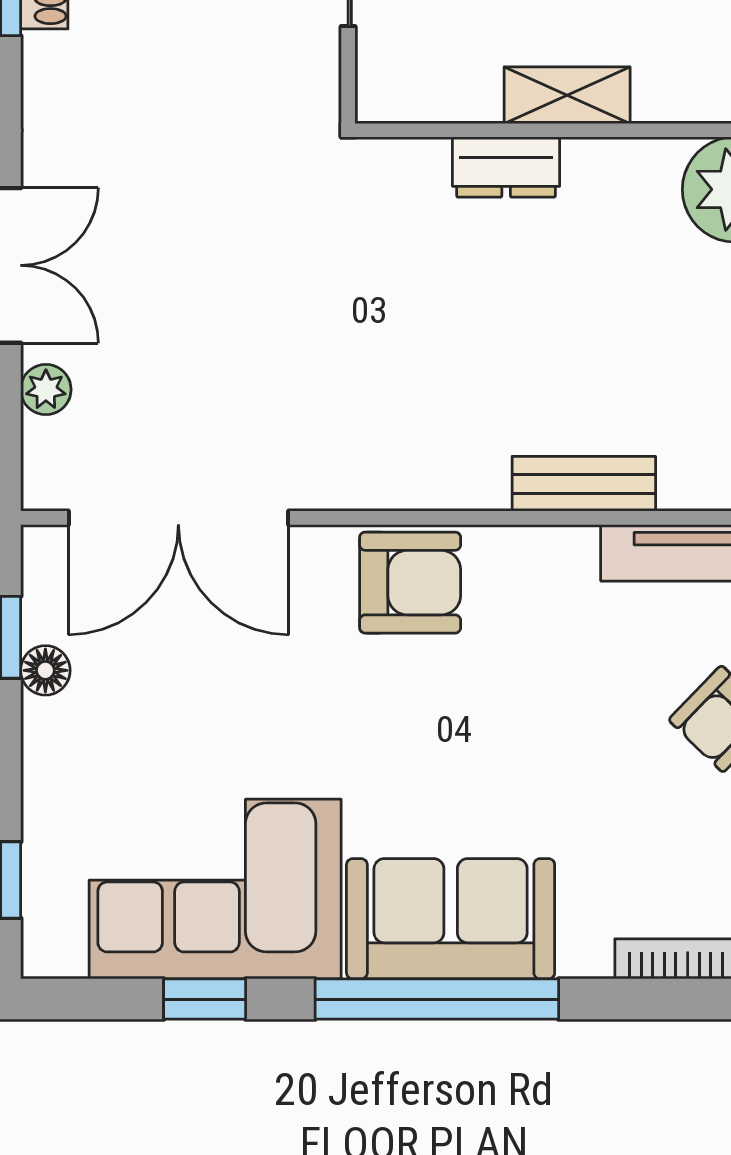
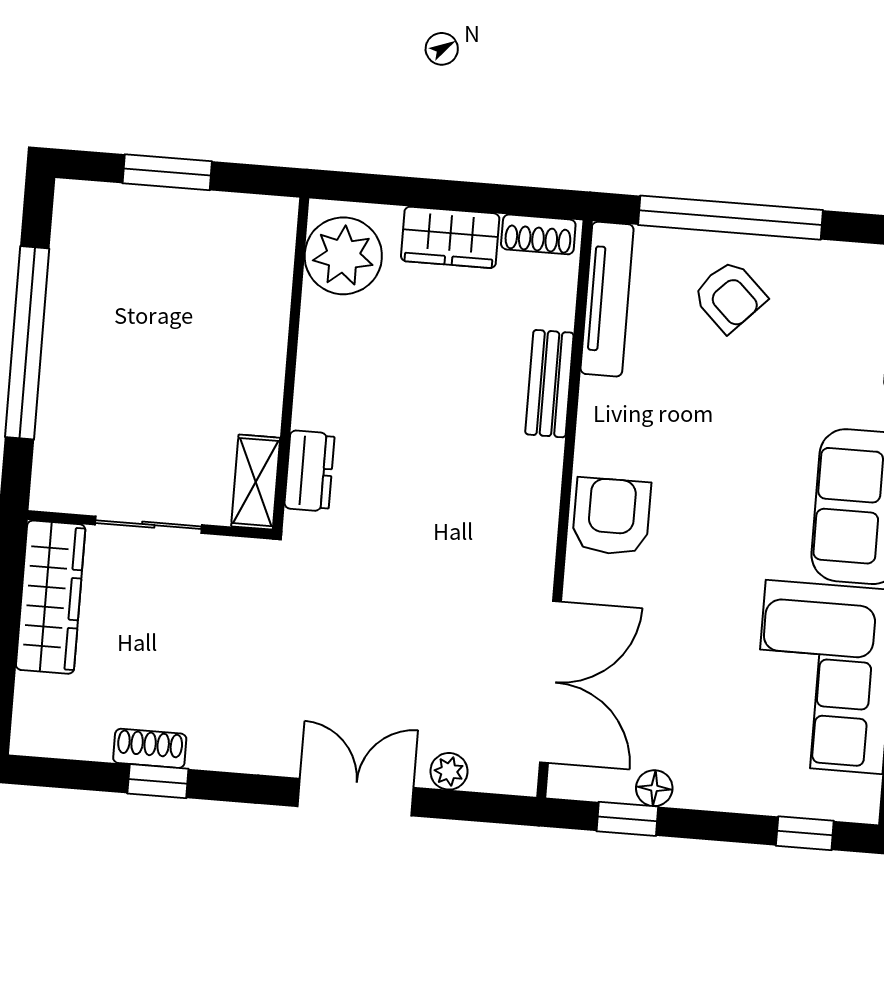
shelving: (567, 95) -> (256, 482), moved
dresser: (506, 167) -> (309, 471), moved

